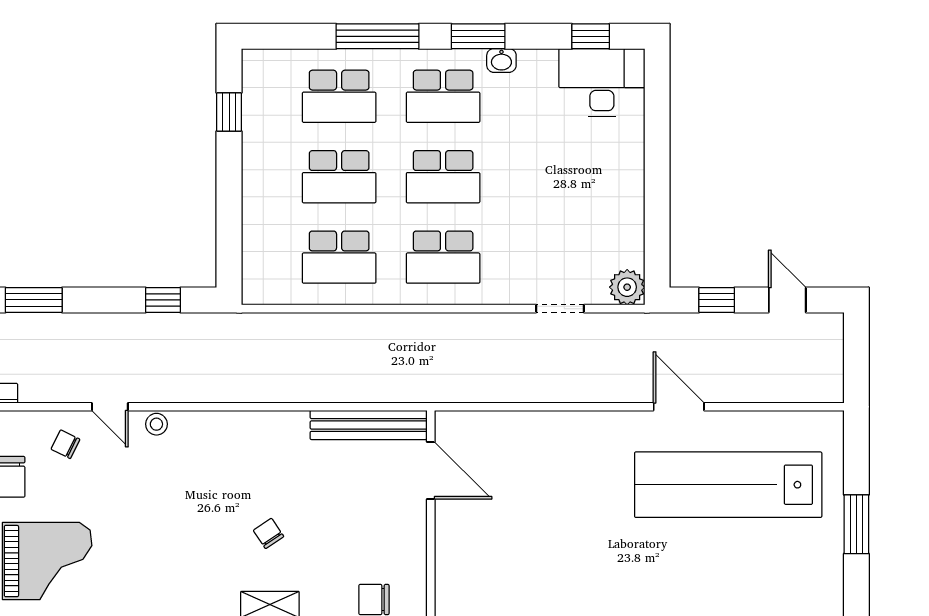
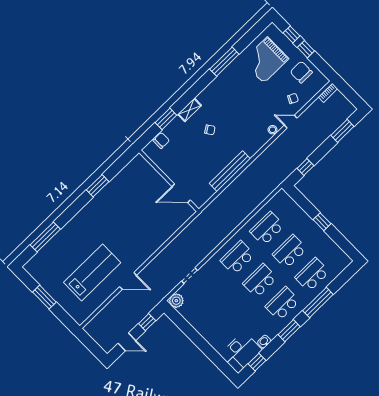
washbasin: (501, 60) -> (264, 342), moved
window: (229, 112) -> (322, 222), moved
bench: (369, 425) -> (230, 171), moved
lab bench: (728, 485) -> (92, 272), width x0.73

